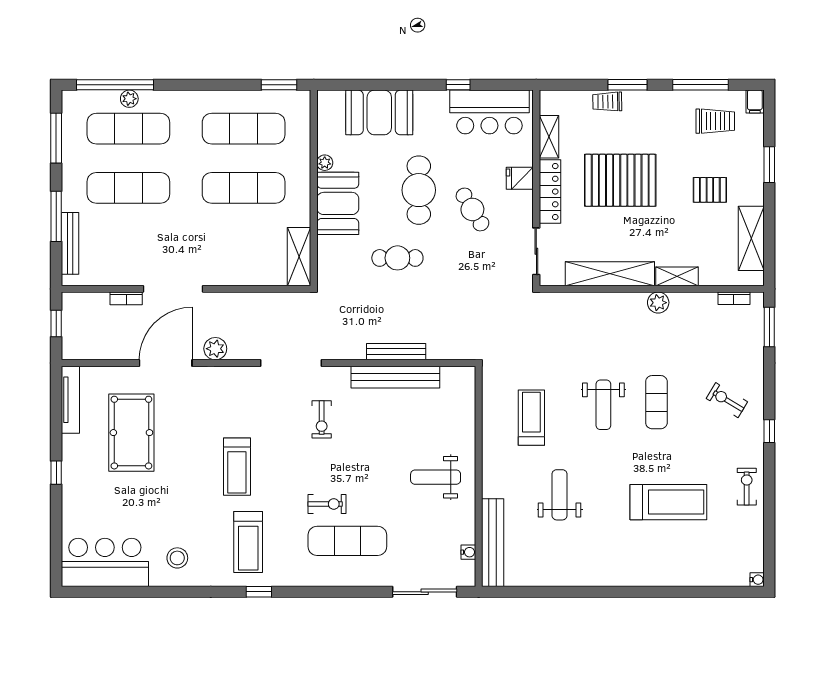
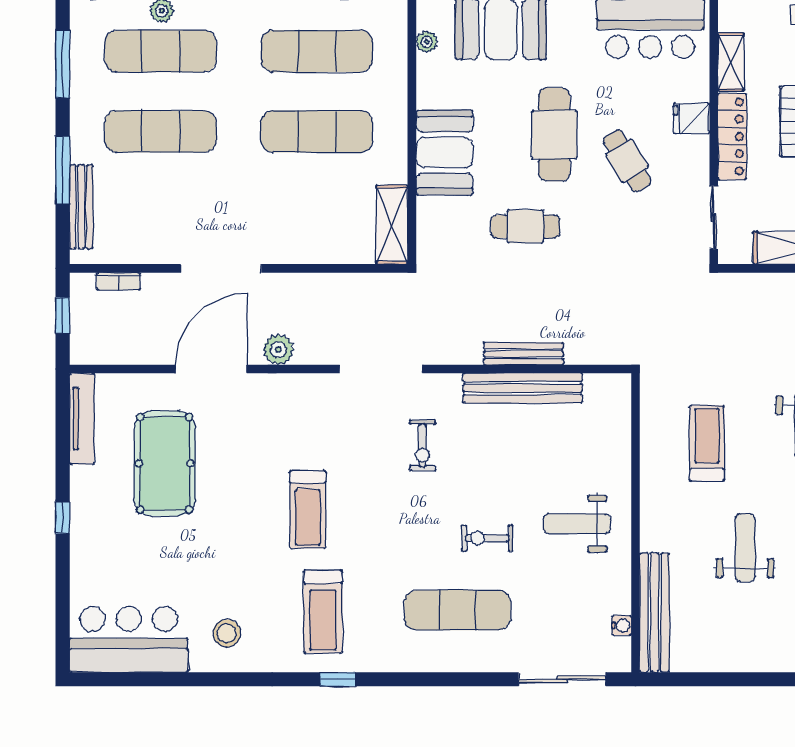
plant: (325, 163) -> (427, 42), moved
bookcase: (126, 298) -> (118, 281), moved
exercise bike: (327, 504) -> (487, 538), moved, turned 180

